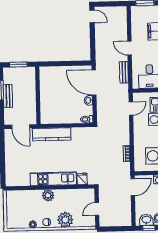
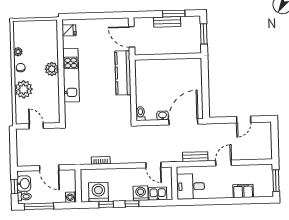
door: (92, 16) -> (244, 120), moved
door: (21, 127) -> (132, 37), hinge flipped
fridge: (82, 179) -> (69, 30), moved
door: (133, 187) -> (49, 168), moved

